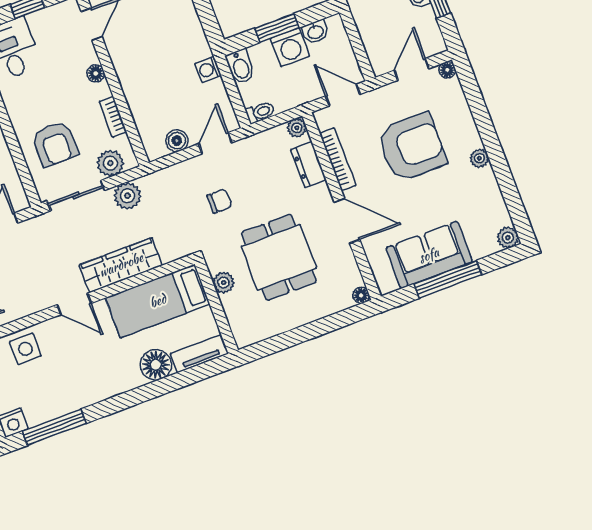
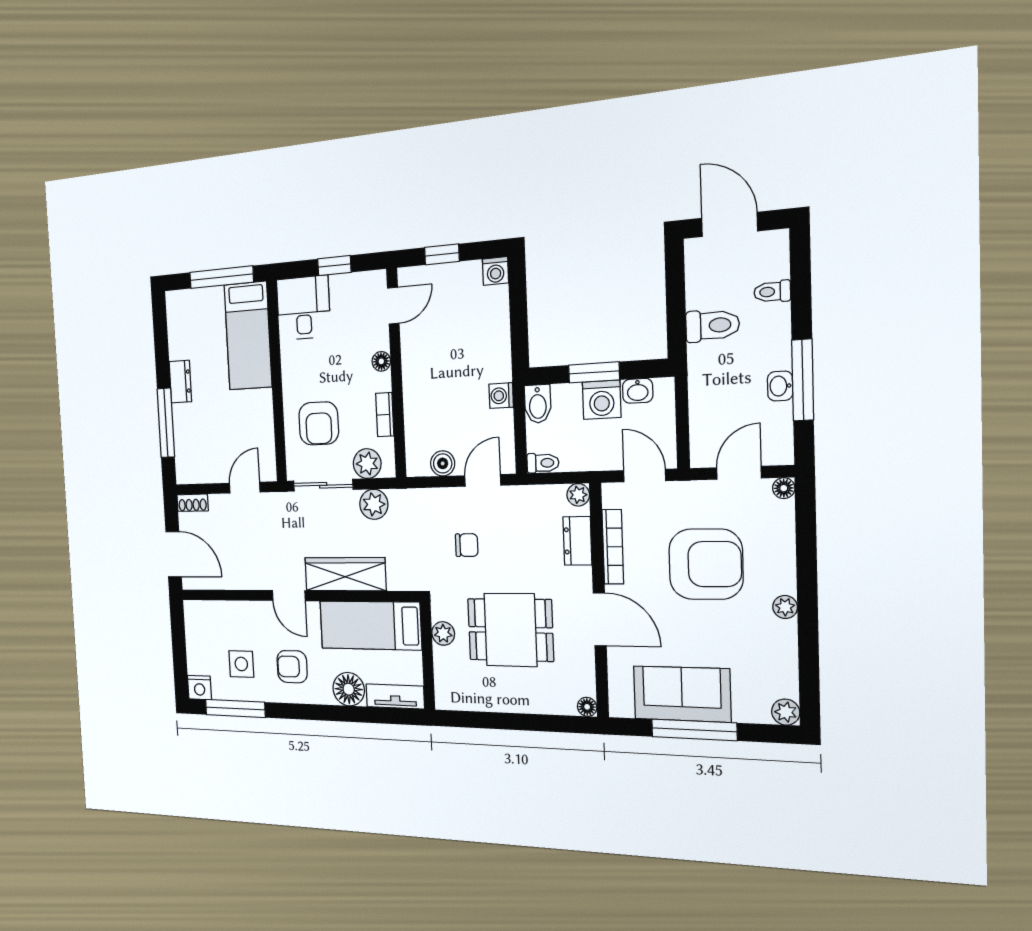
dining table: (279, 257) -> (510, 630), turned 90
side table: (25, 349) -> (241, 664), moved
armchair: (97, 366) -> (292, 667), added

